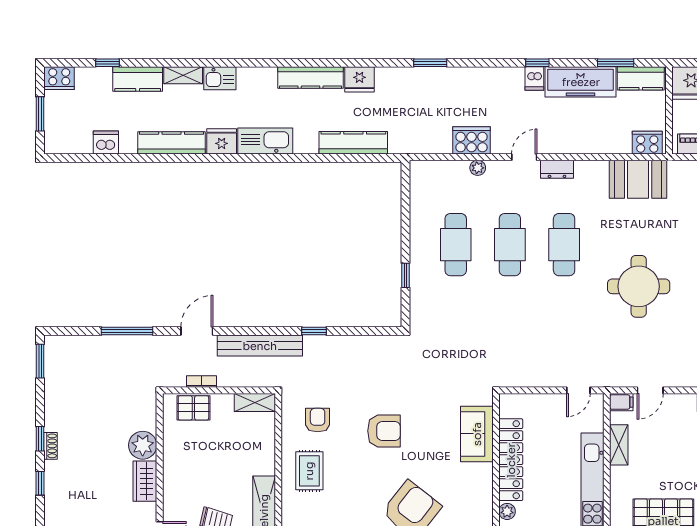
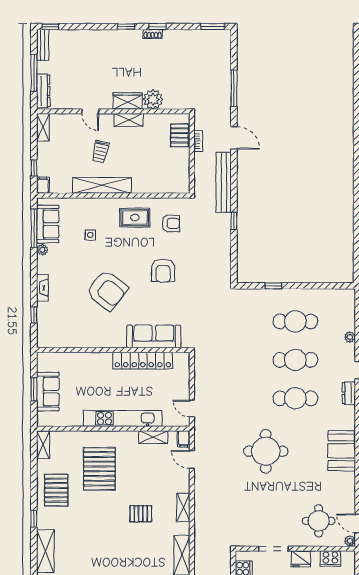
shelving: (255, 403) -> (129, 120), moved, turned 90
sofa: (477, 434) -> (154, 336), width x1.36
plant: (507, 511) -> (106, 358), removed

